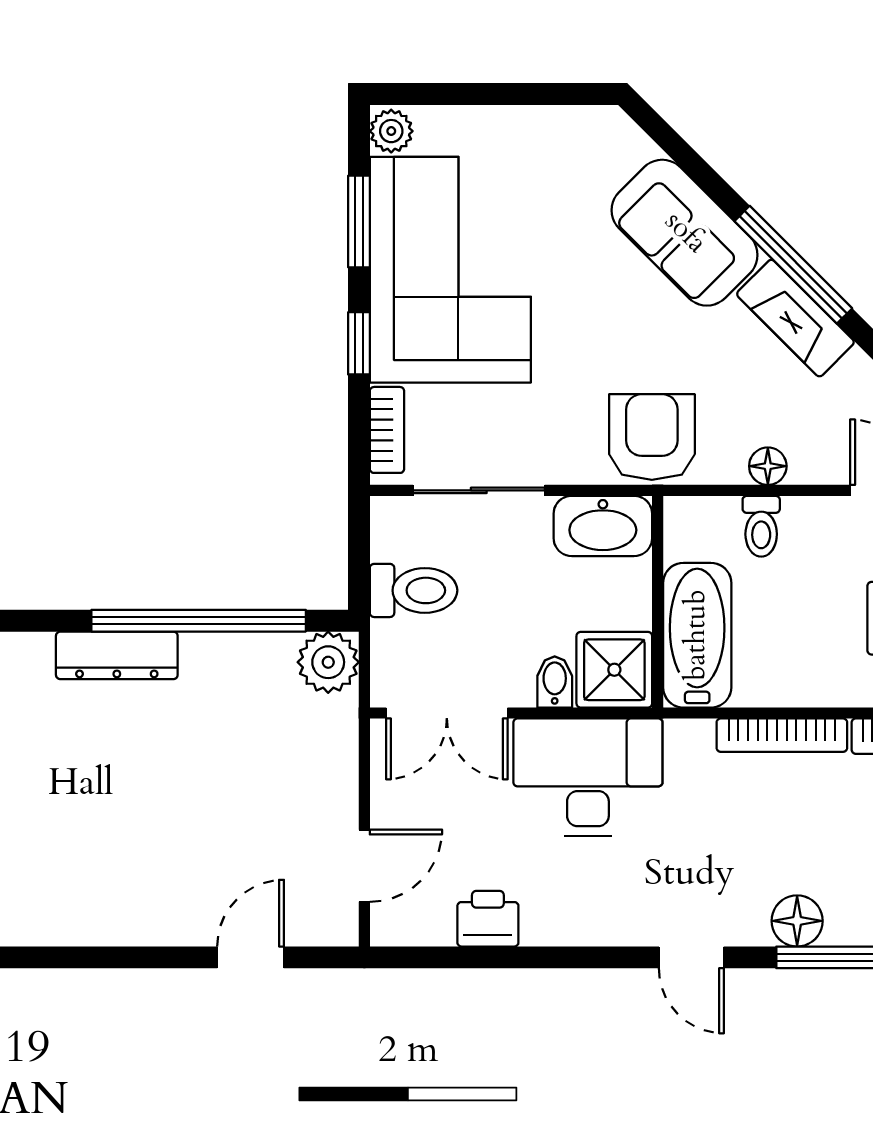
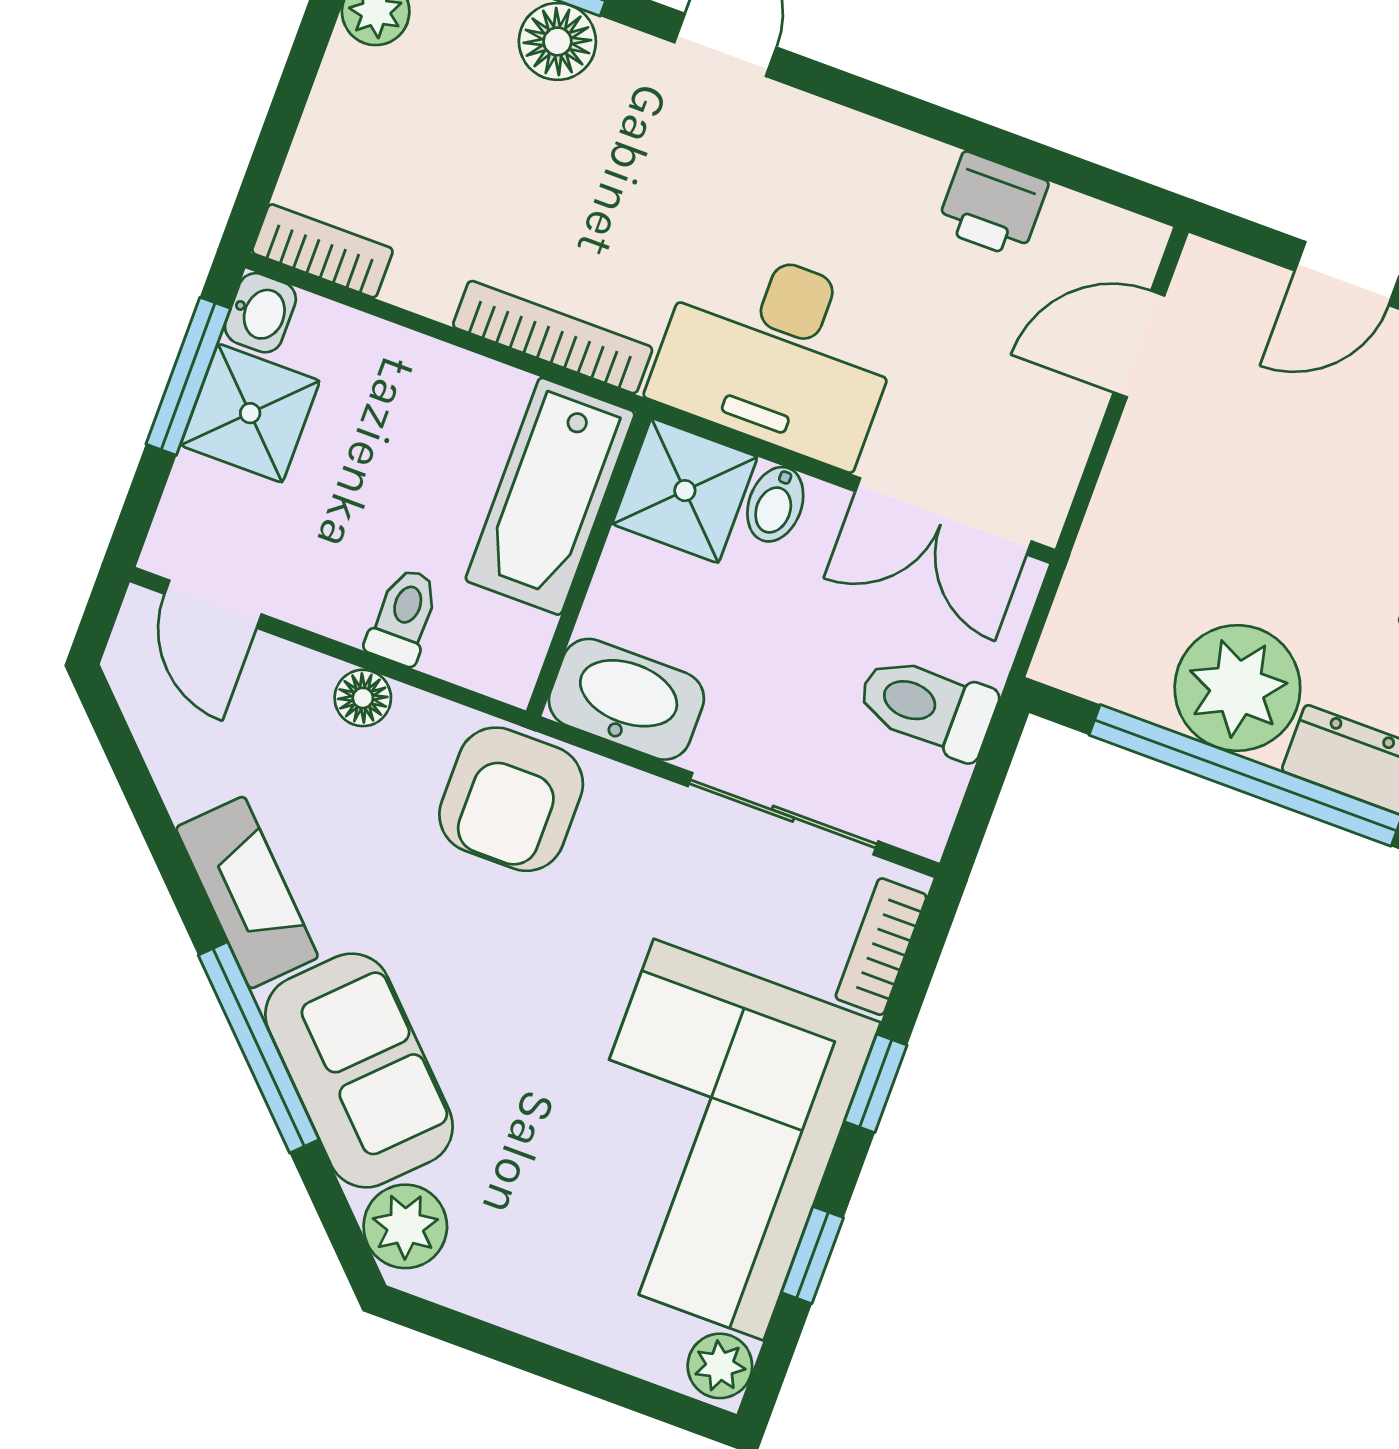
plant: (620, 146) -> (405, 1226), added
window: (359, 222) -> (812, 1255), width x0.67
window: (793, 265) -> (259, 1047), moved
plant: (328, 662) -> (1237, 688), moved, width x1.36, depth x1.36
double door: (447, 713) -> (943, 516), swing flipped
bookcase: (782, 735) -> (553, 337), moved

